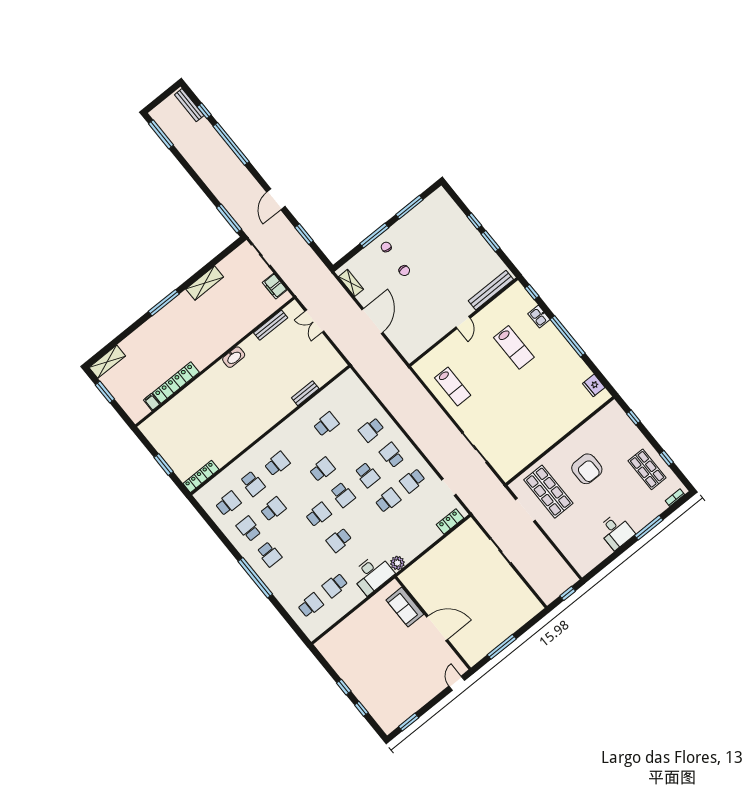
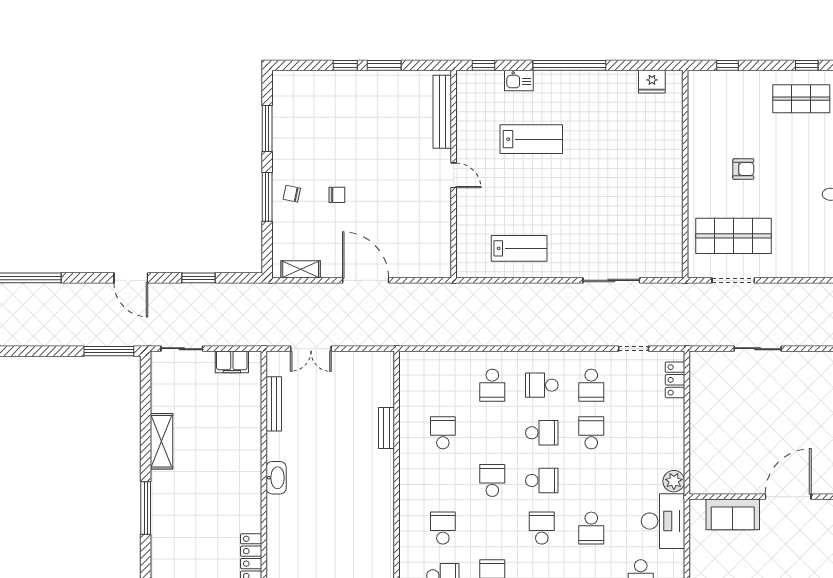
armchair: (587, 469) -> (743, 169), width x0.53, depth x0.53

